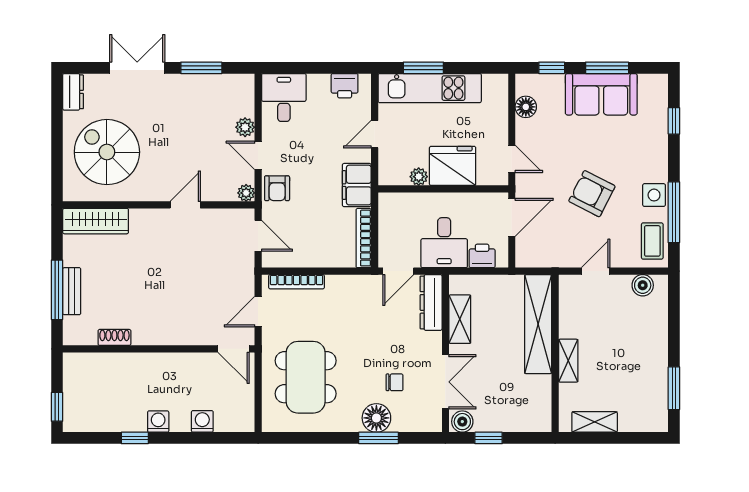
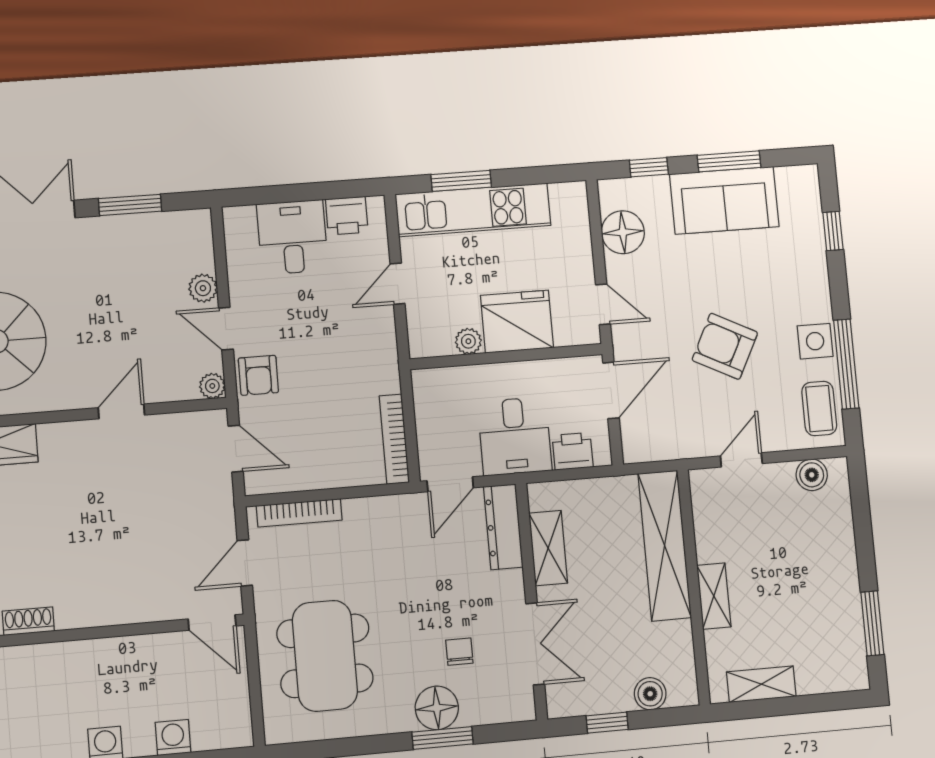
desk: (284, 98) -> (292, 237), moved
floor lamp: (526, 107) -> (623, 232), width x1.38, depth x1.38
filing cabinet: (357, 185) -> (377, 361), removed
chair: (395, 382) -> (459, 652), turned -90
boiler: (462, 422) -> (650, 694), moved

